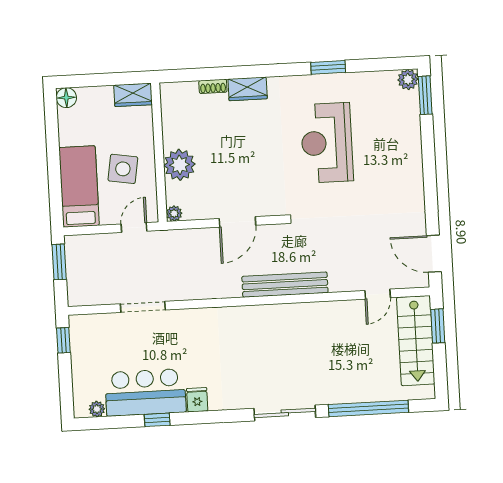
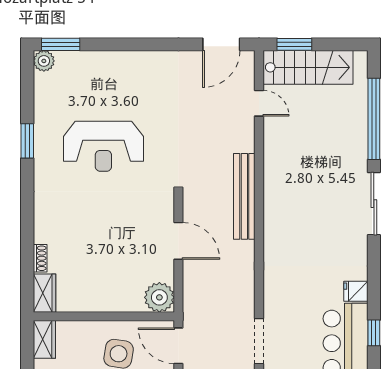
wardrobe: (248, 89) -> (45, 293), moved
plant: (180, 165) -> (118, 296), removed
plant: (174, 213) -> (159, 297), width x1.88, depth x1.88
door: (134, 228) -> (178, 346), width x1.38

